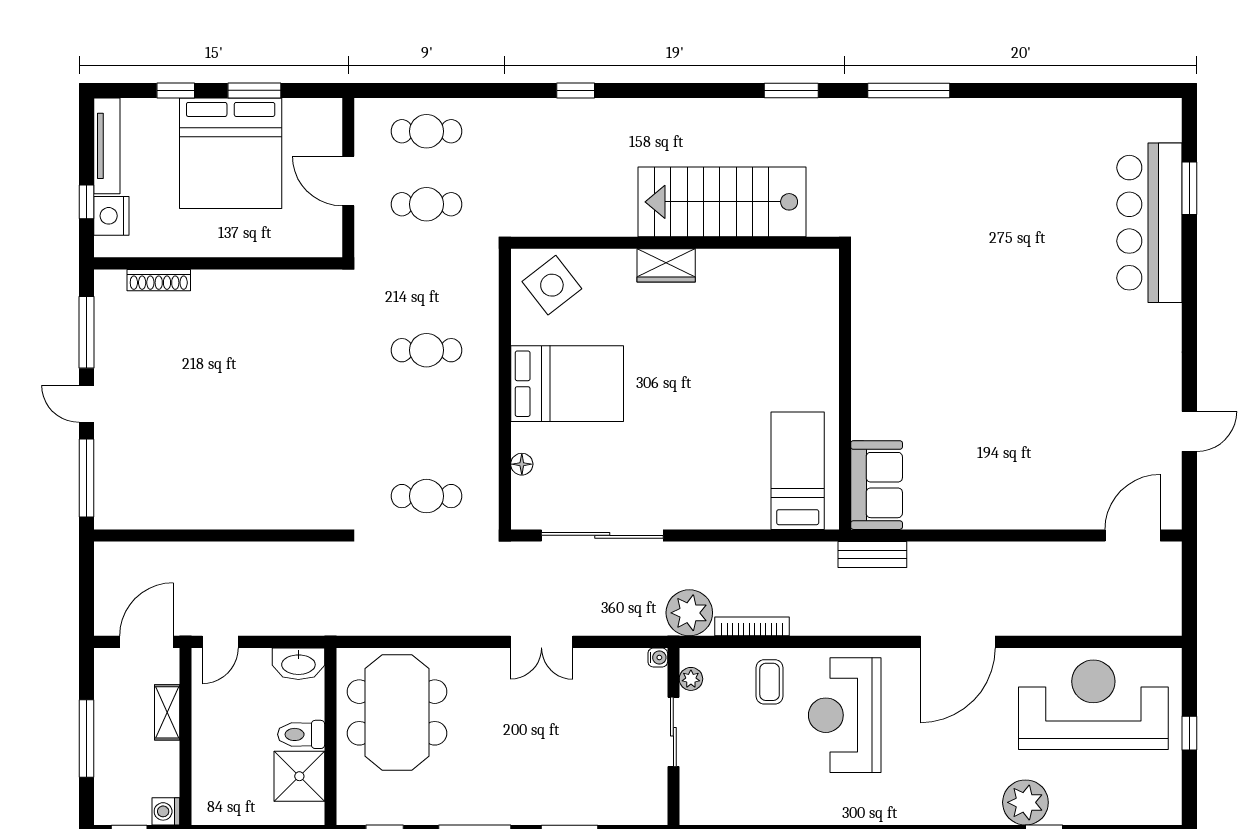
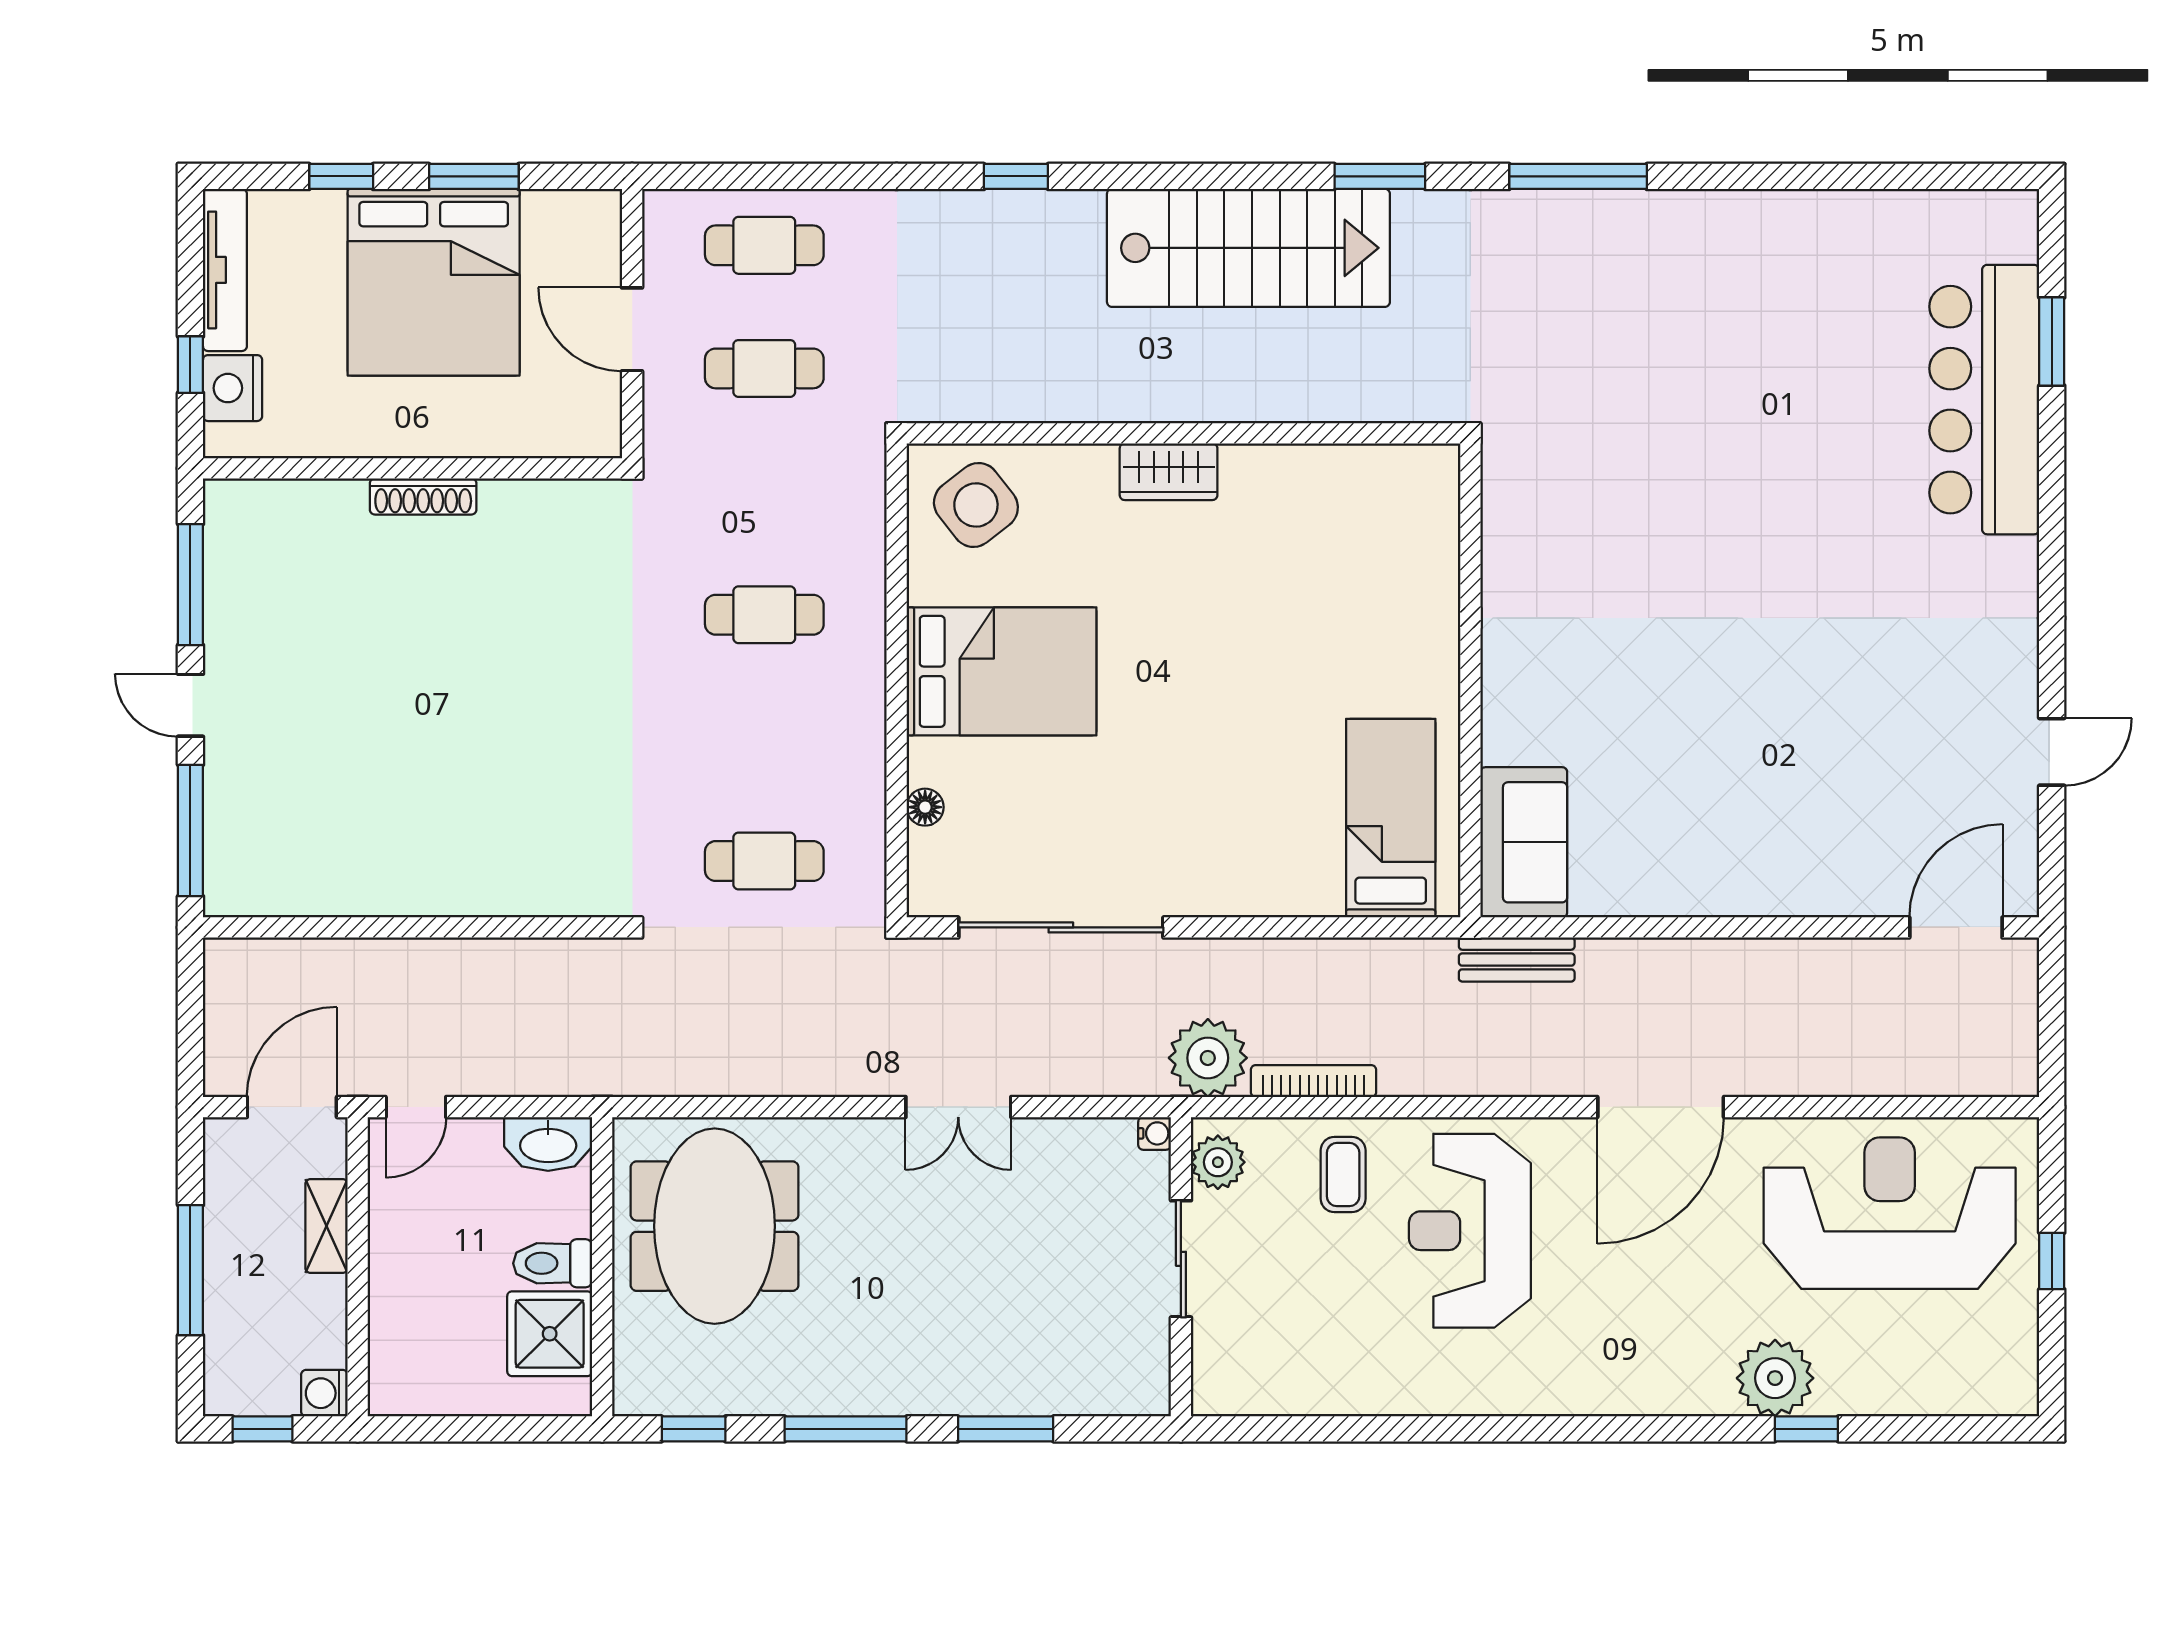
stairs: (722, 202) -> (1248, 248), moved, turned 180
shoe rack: (159, 280) -> (423, 496), moved
plant: (691, 679) -> (1218, 1162), width x1.38, depth x1.38

